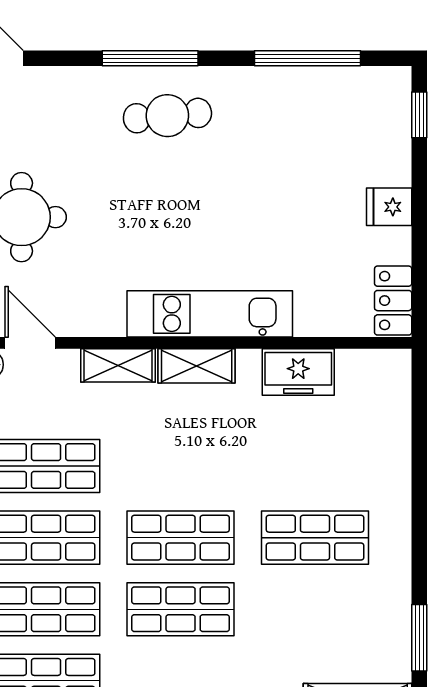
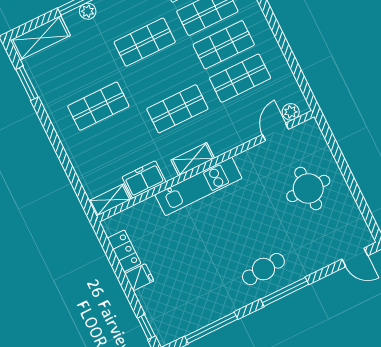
locker: (393, 301) -> (124, 251), moved
door: (30, 343) -> (275, 132), swing flipped
shelving: (118, 365) -> (110, 200), moved
shop shelf: (181, 538) -> (177, 109), moved

